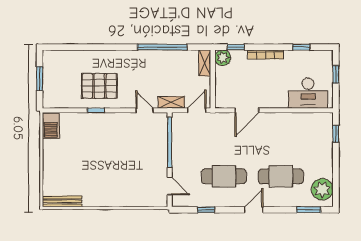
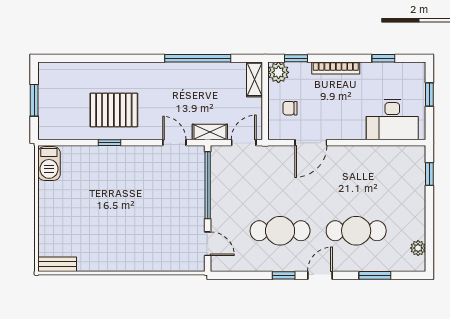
chair: (231, 85) -> (290, 108), added
plant: (322, 189) -> (418, 248), width x0.53, depth x0.53
bench: (62, 201) -> (57, 264), width x0.73
window: (206, 210) -> (284, 275), moved
window: (309, 210) -> (375, 275), moved

